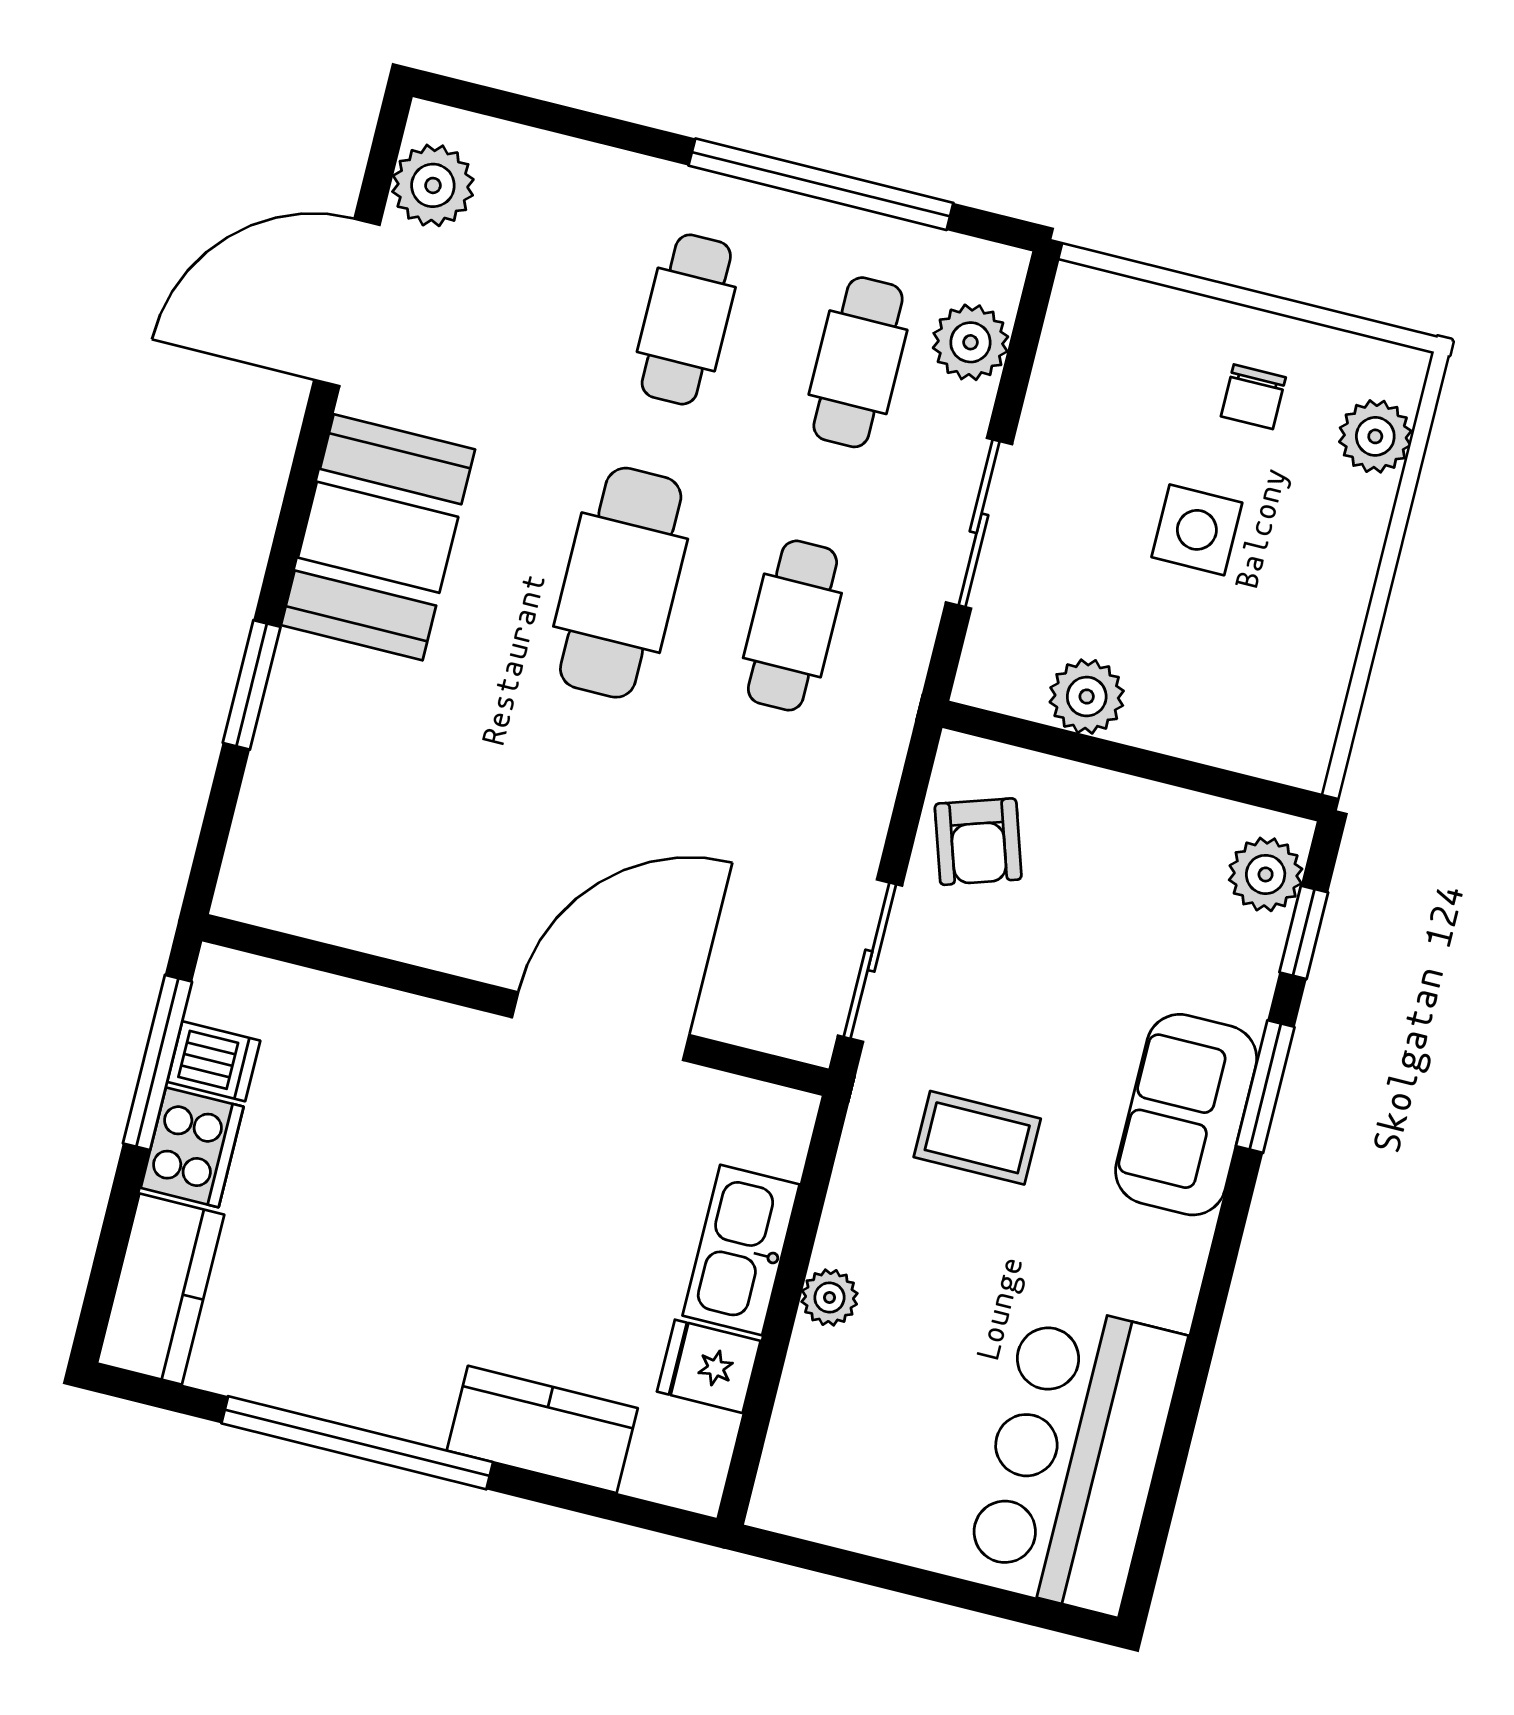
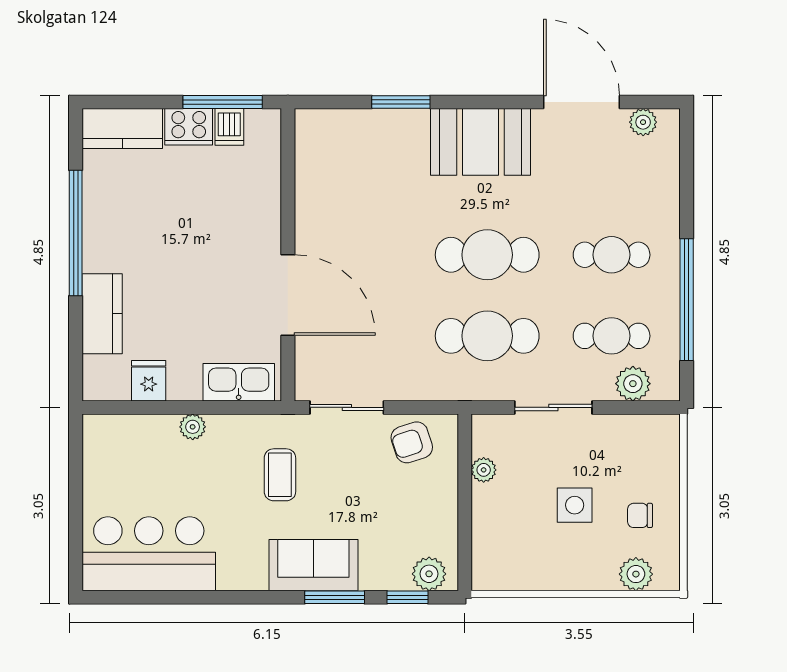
plant: (433, 185) -> (643, 122), width x0.73, depth x0.73
cafe table: (792, 626) -> (487, 336), width x1.37, depth x1.35
plant: (1087, 697) -> (484, 470), width x0.73, depth x0.73
kitchen sink: (741, 1250) -> (239, 382), moved

